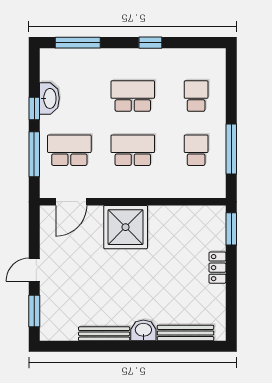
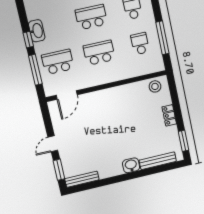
stool: (205, 219) -> (155, 86), added
shower: (126, 227) -> (105, 103), removed
window: (231, 229) -> (184, 141), moved
bench: (104, 334) -> (82, 179), moved

